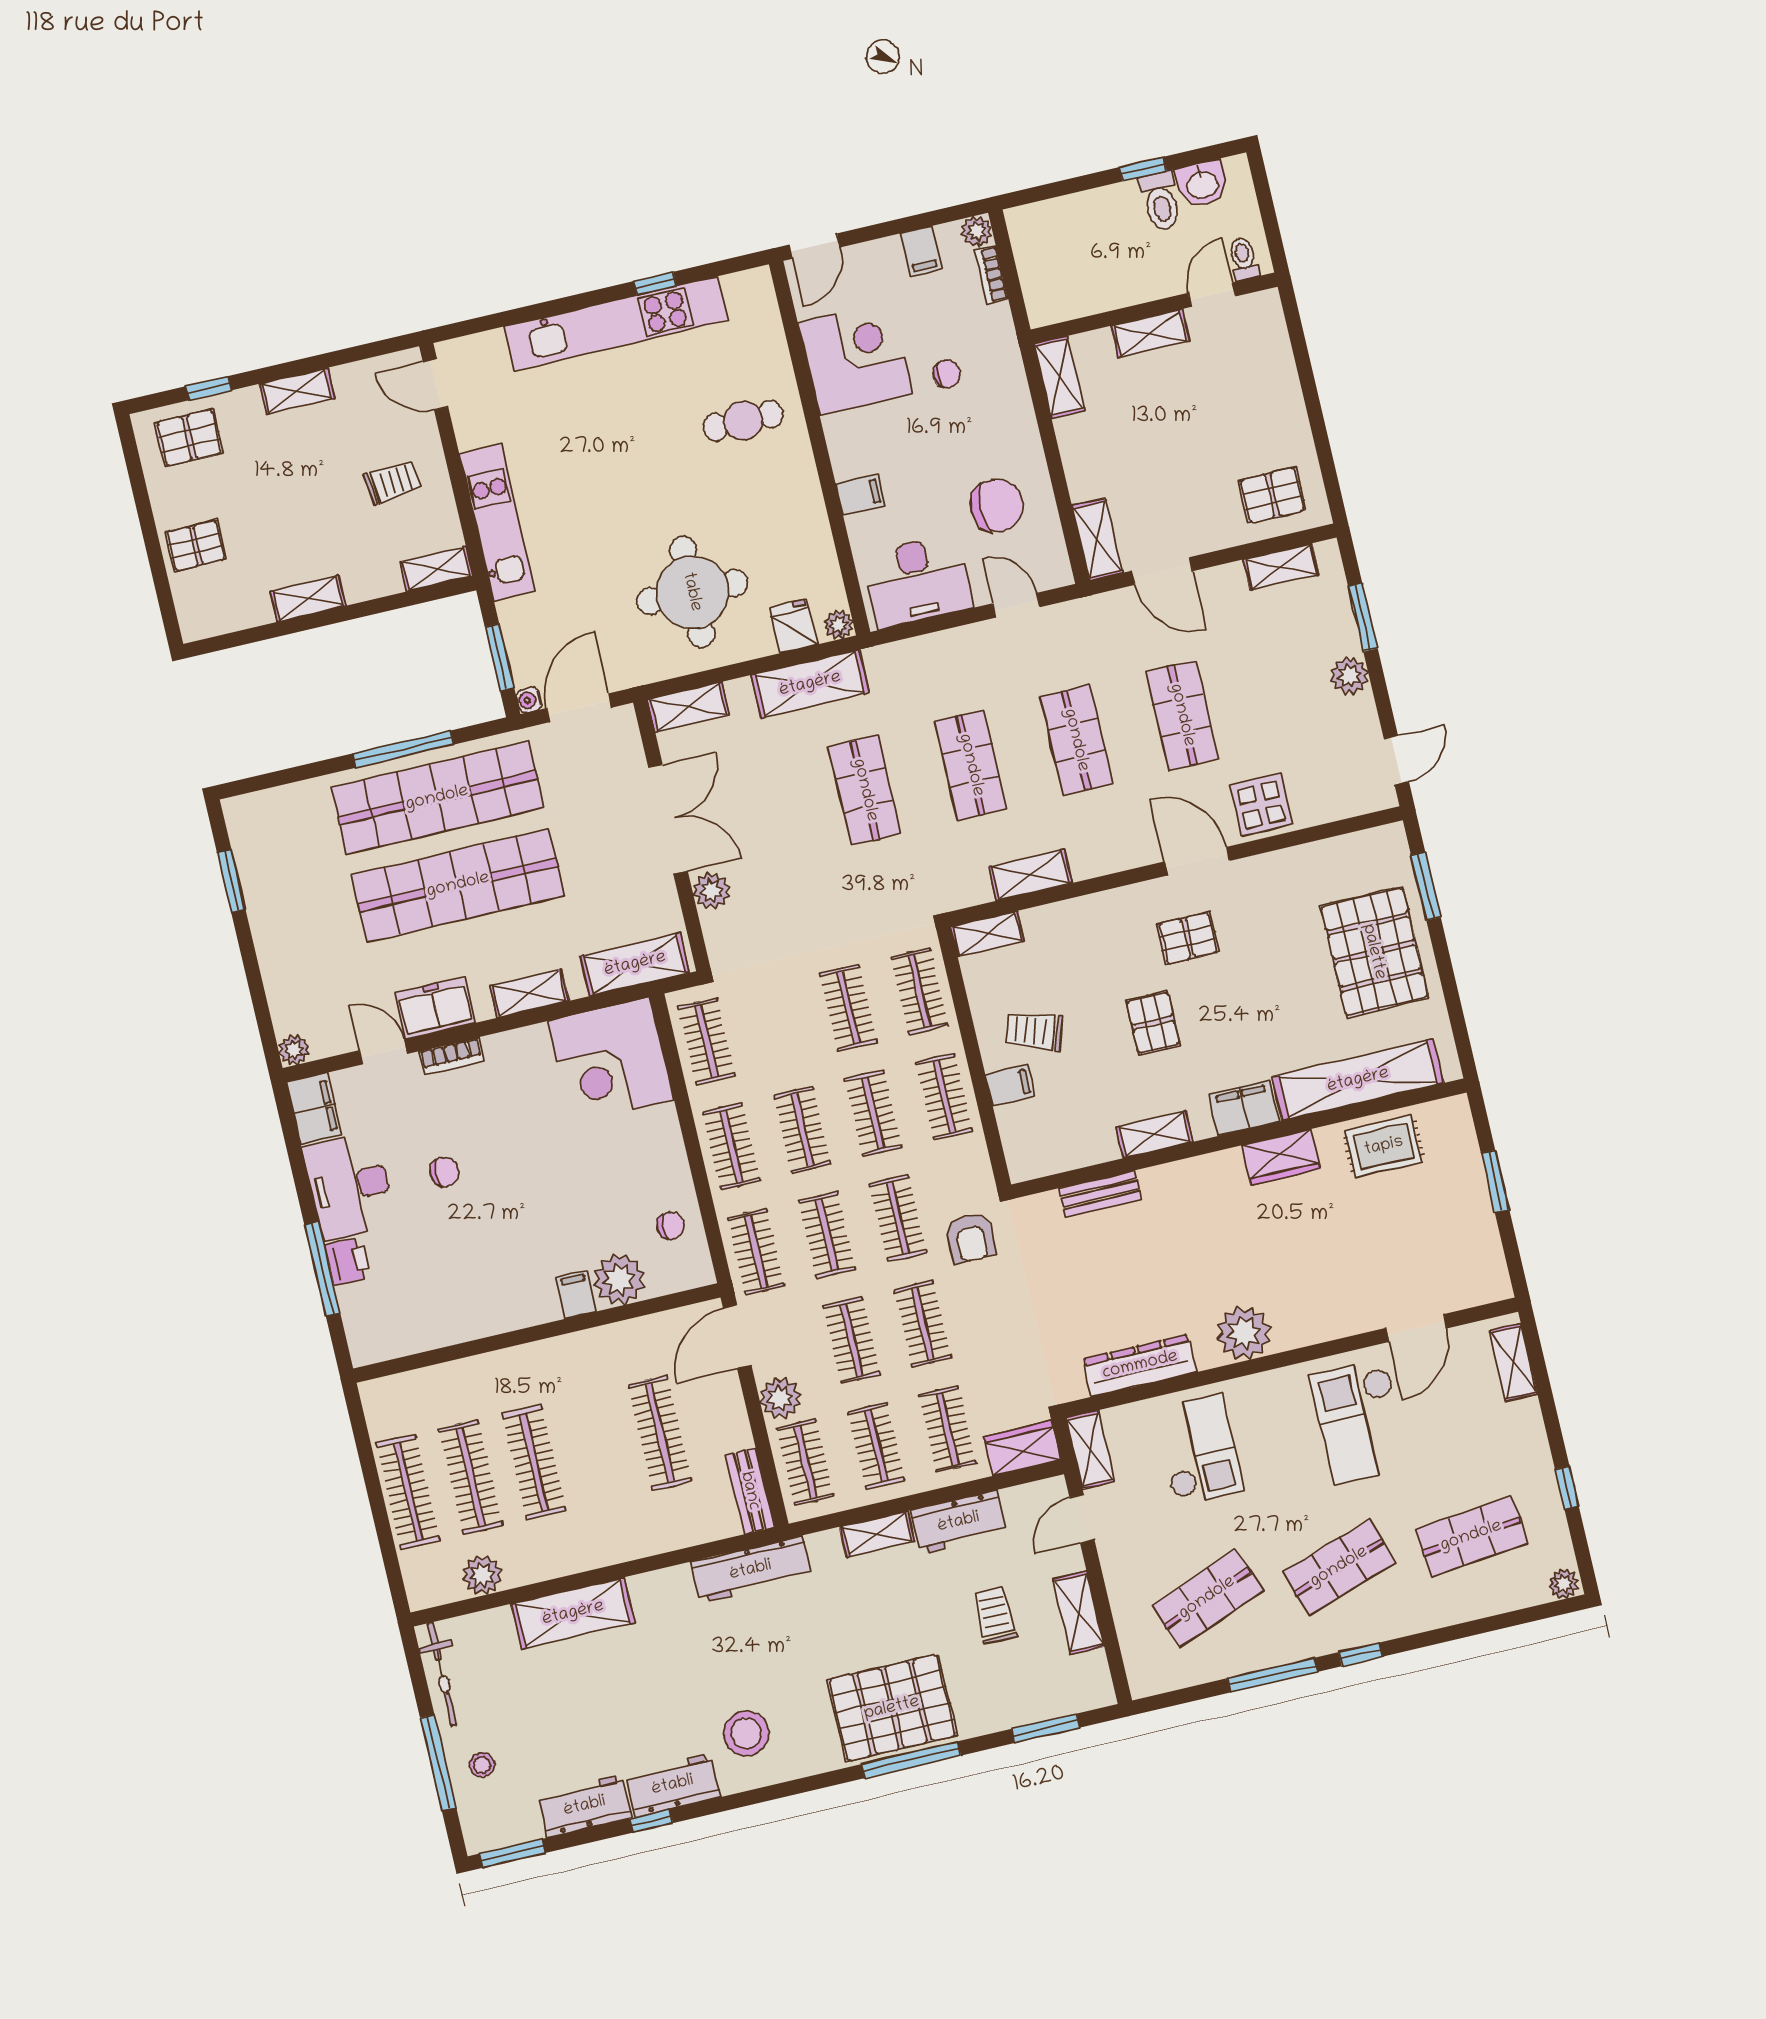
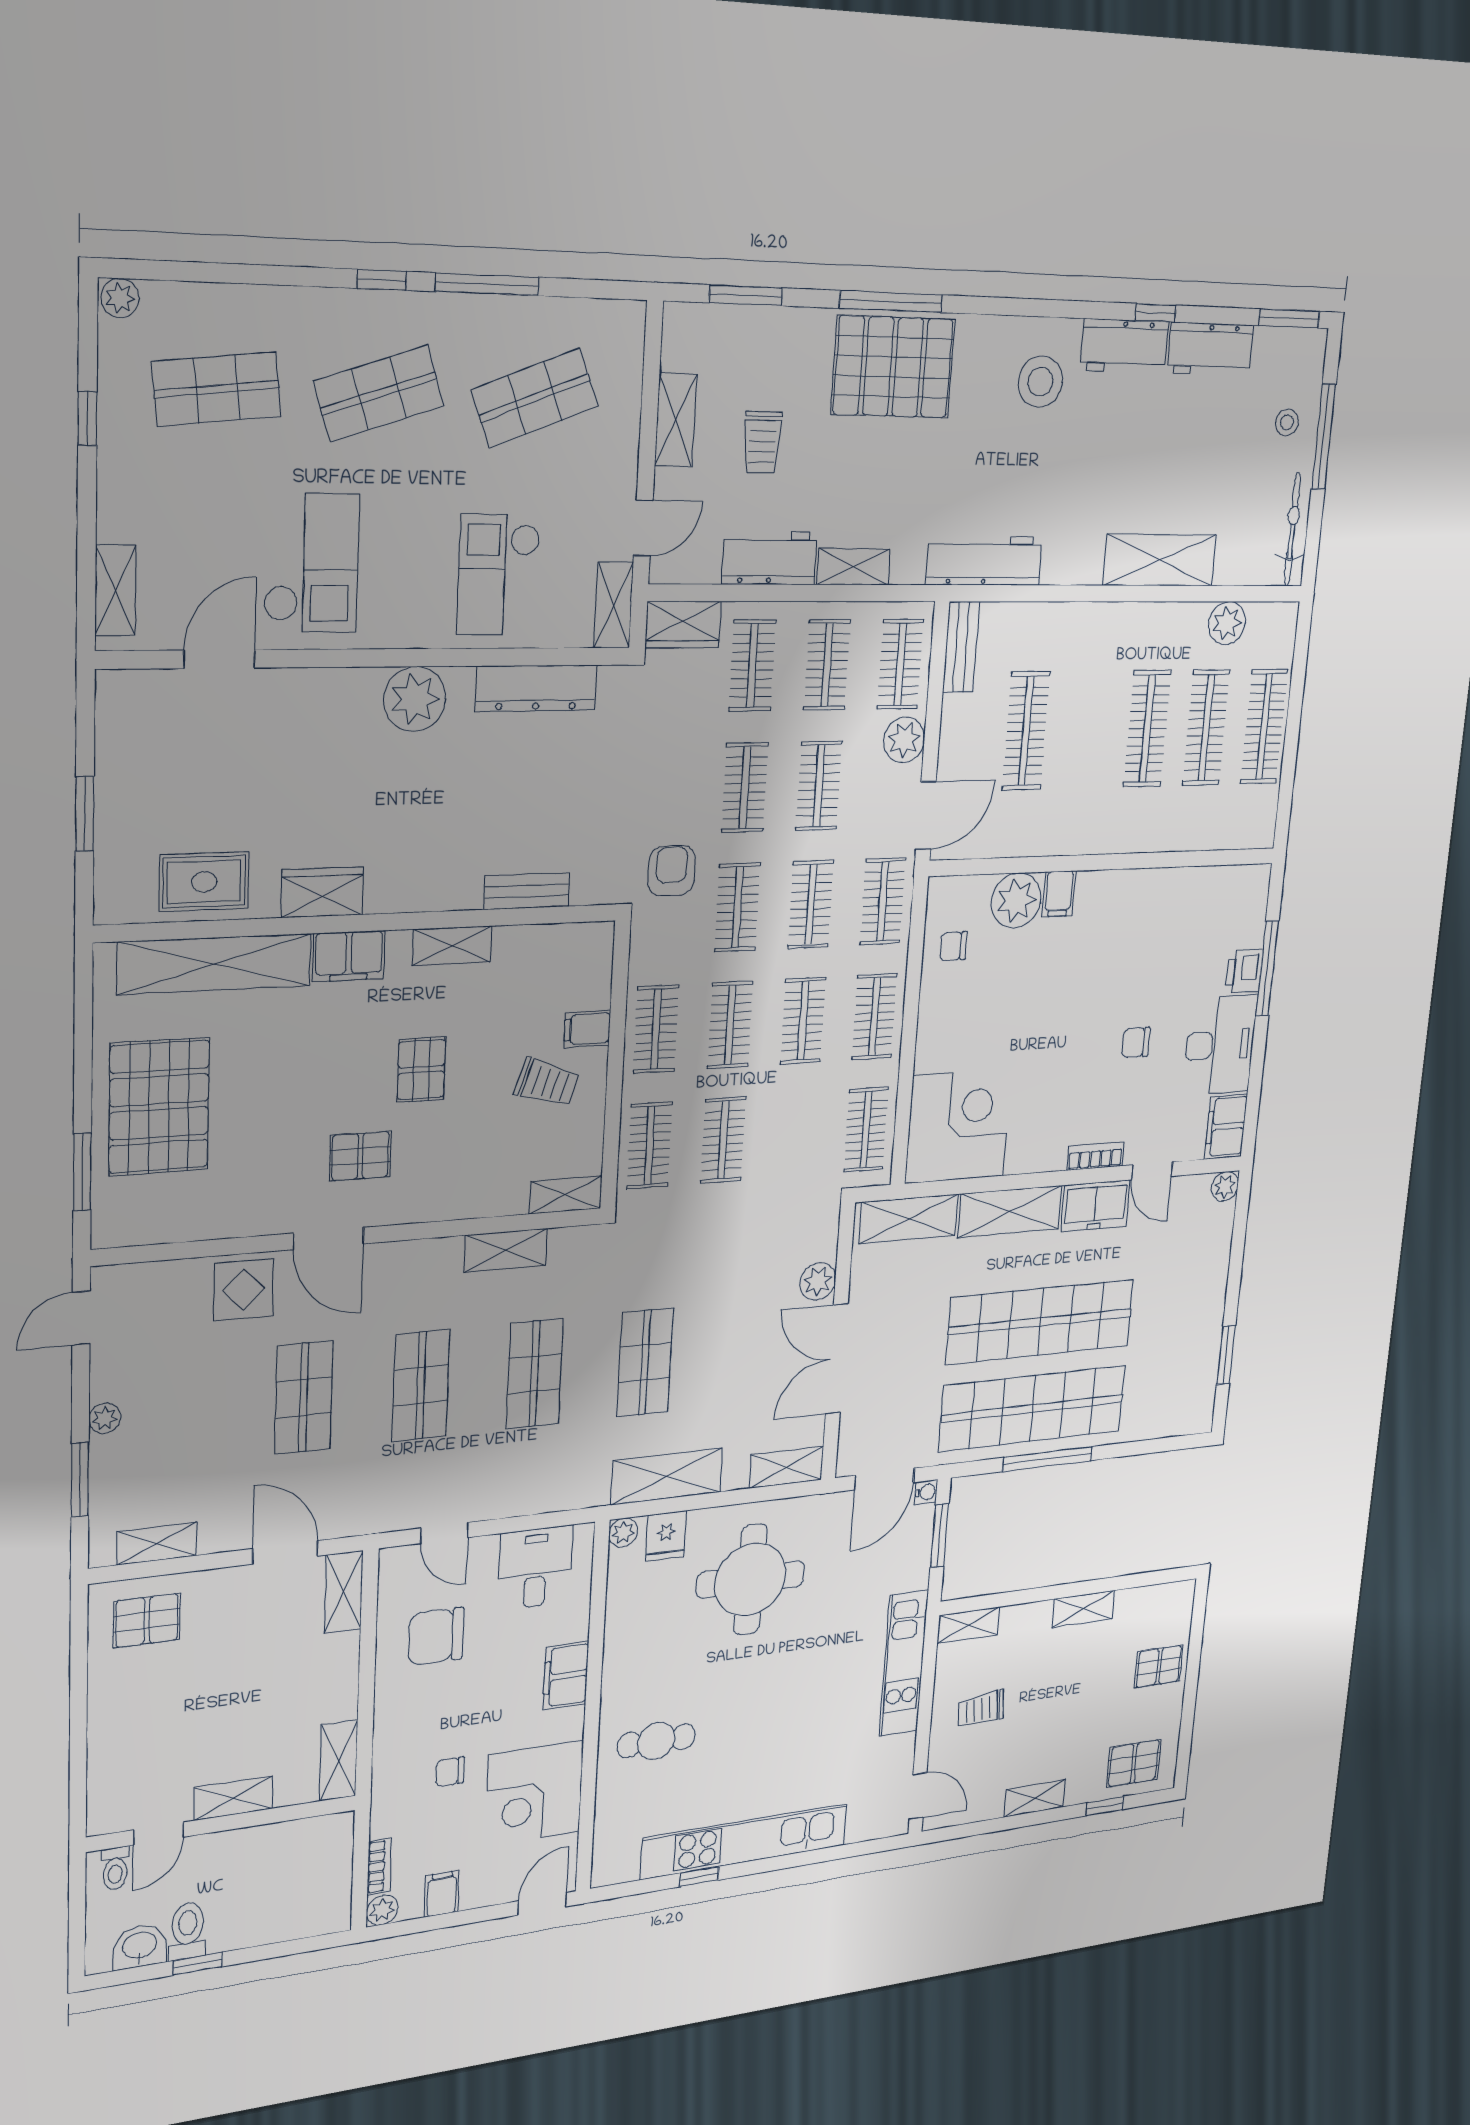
filing cabinet: (860, 495) -> (566, 1675), width x2.00
desk: (917, 581) -> (535, 1568), width x0.73
plant: (1349, 676) -> (105, 1418), width x0.73, depth x0.73
shelving: (529, 993) -> (1010, 1212), width x1.50, depth x1.33

